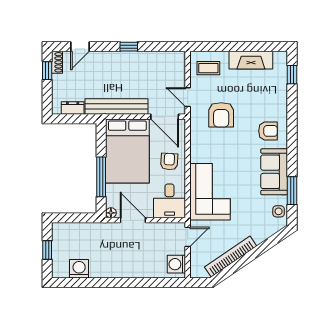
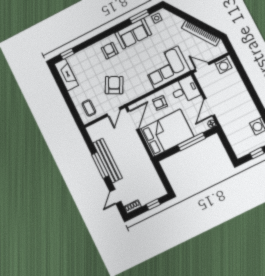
door: (80, 47) -> (115, 197), swing flipped
window: (129, 47) -> (100, 165), width x2.17
fireplace: (251, 60) -> (66, 75), moved
window: (47, 71) -> (153, 204), moved
bench: (117, 107) -> (107, 161), moved
dresser: (73, 108) -> (157, 182), removed
armchair: (221, 115) -> (114, 85), turned -63

